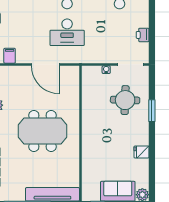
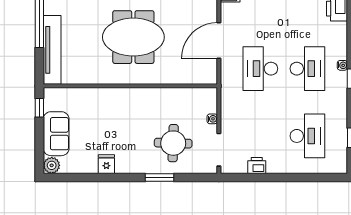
meeting table: (43, 131) -> (133, 37), turned 90

